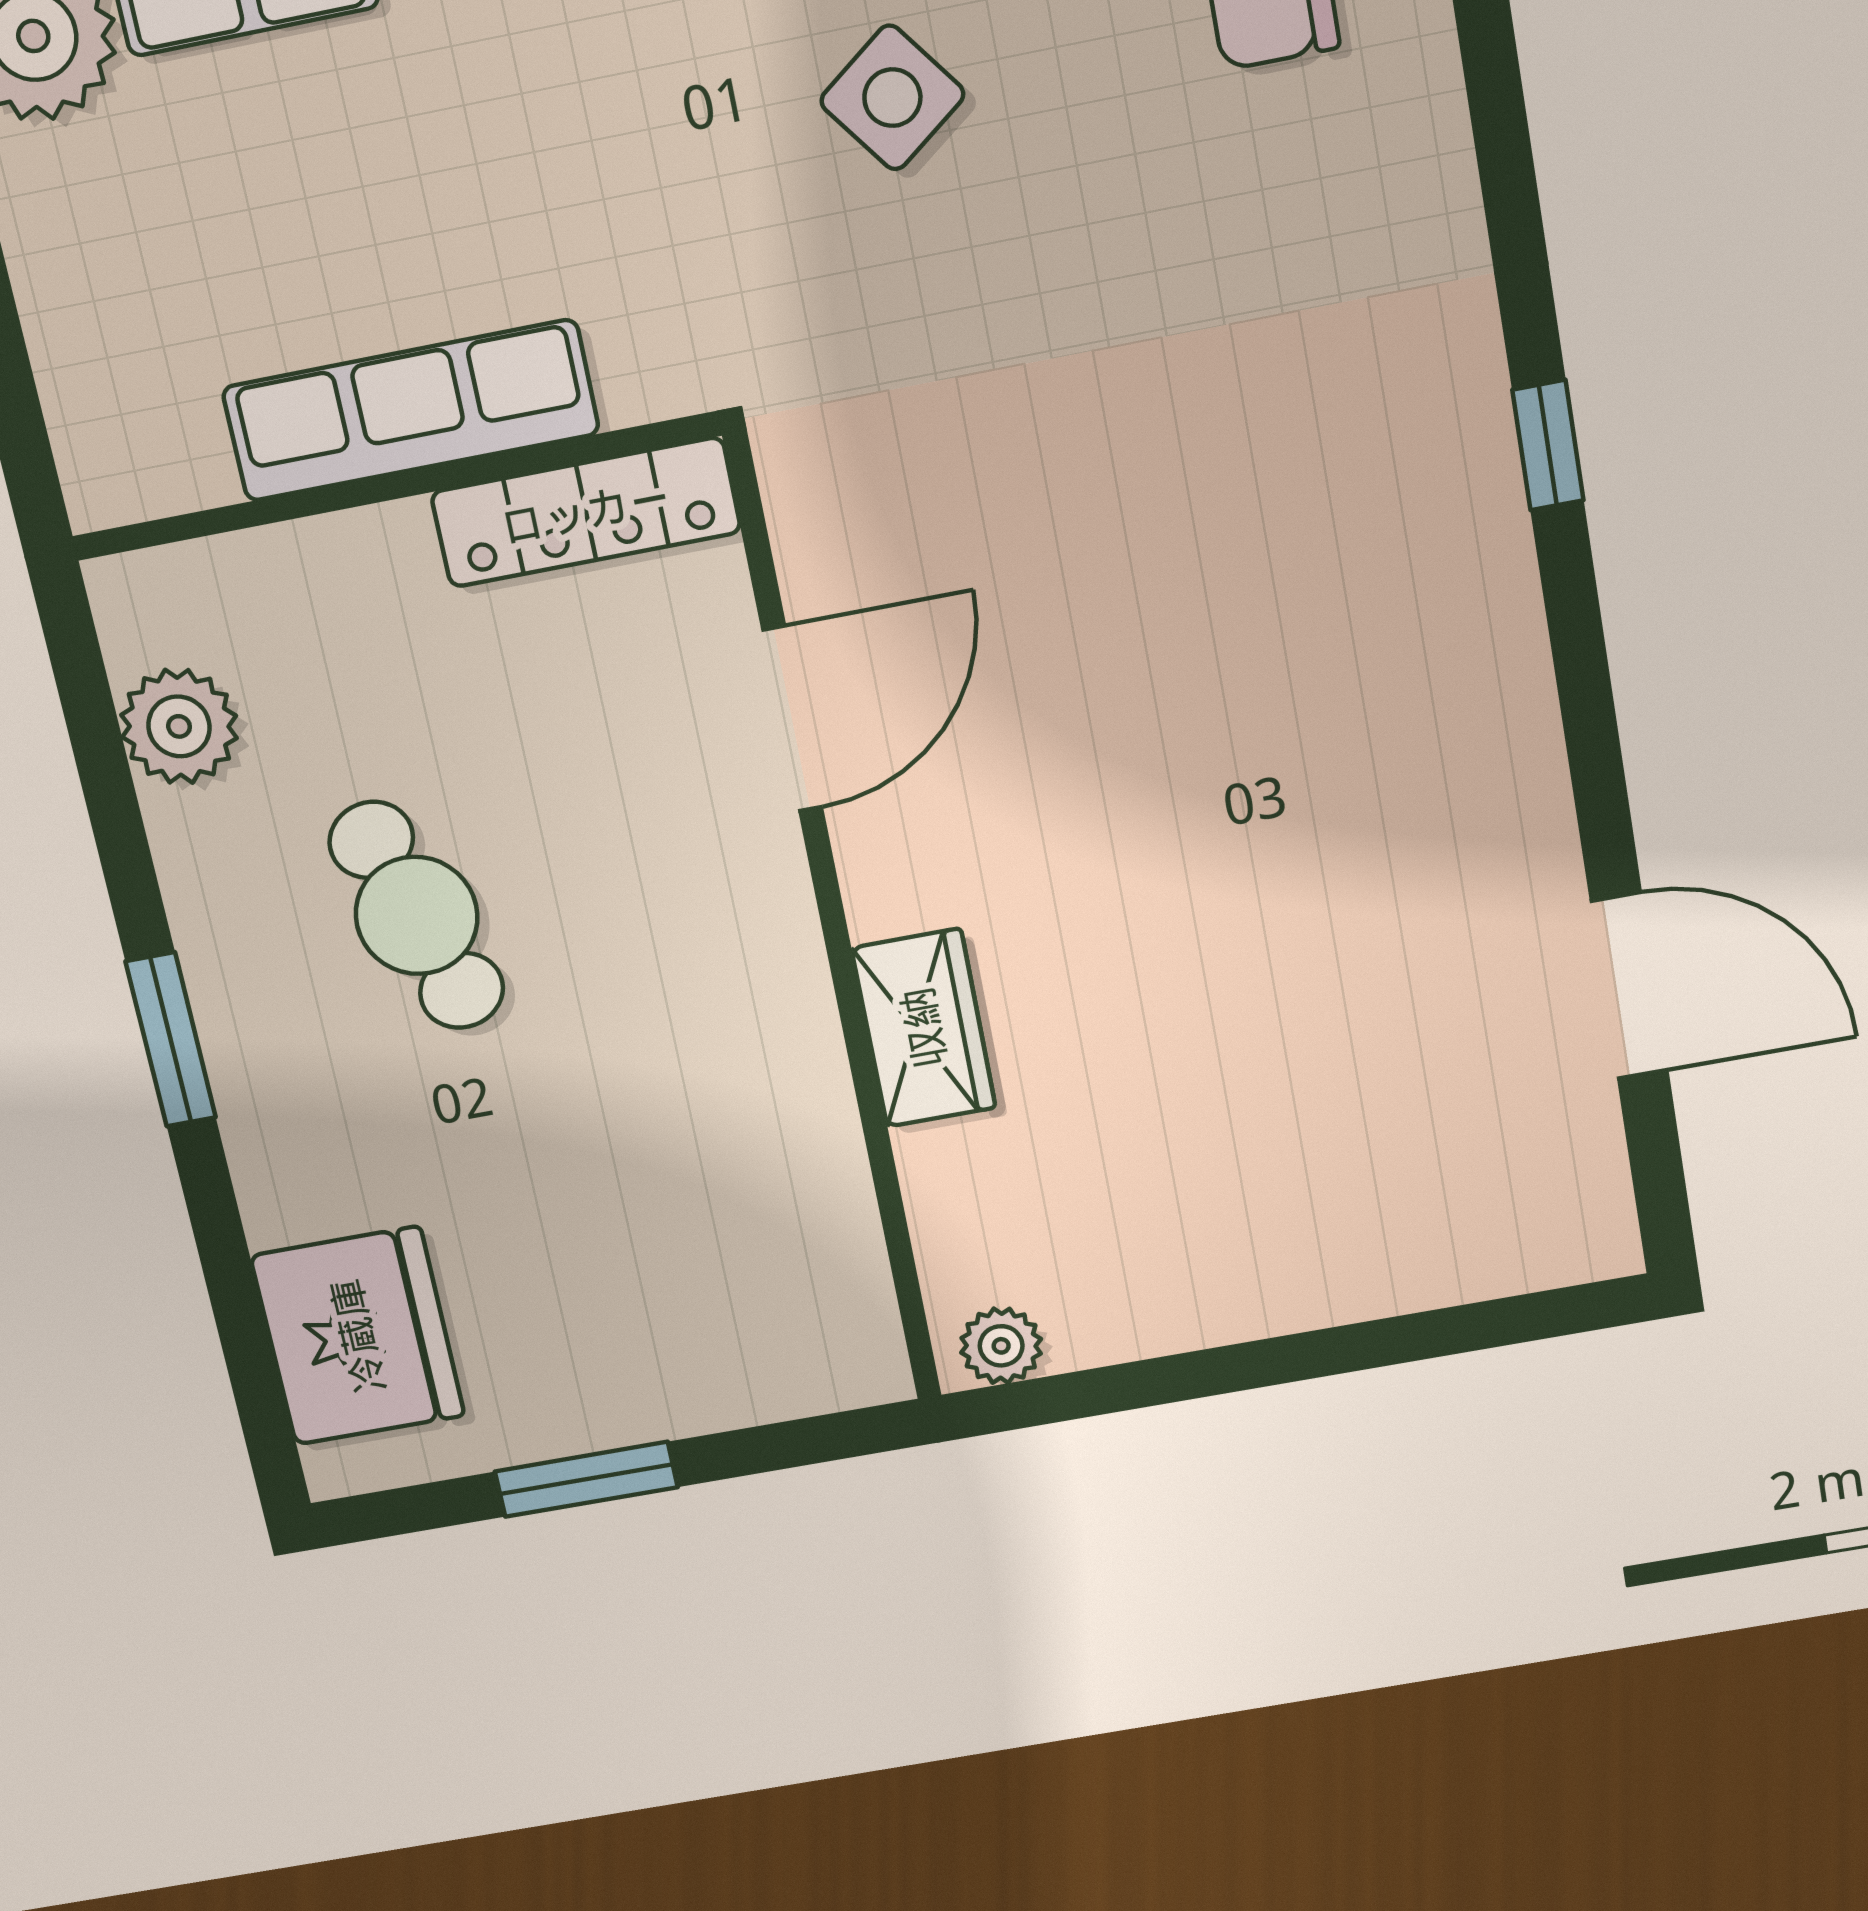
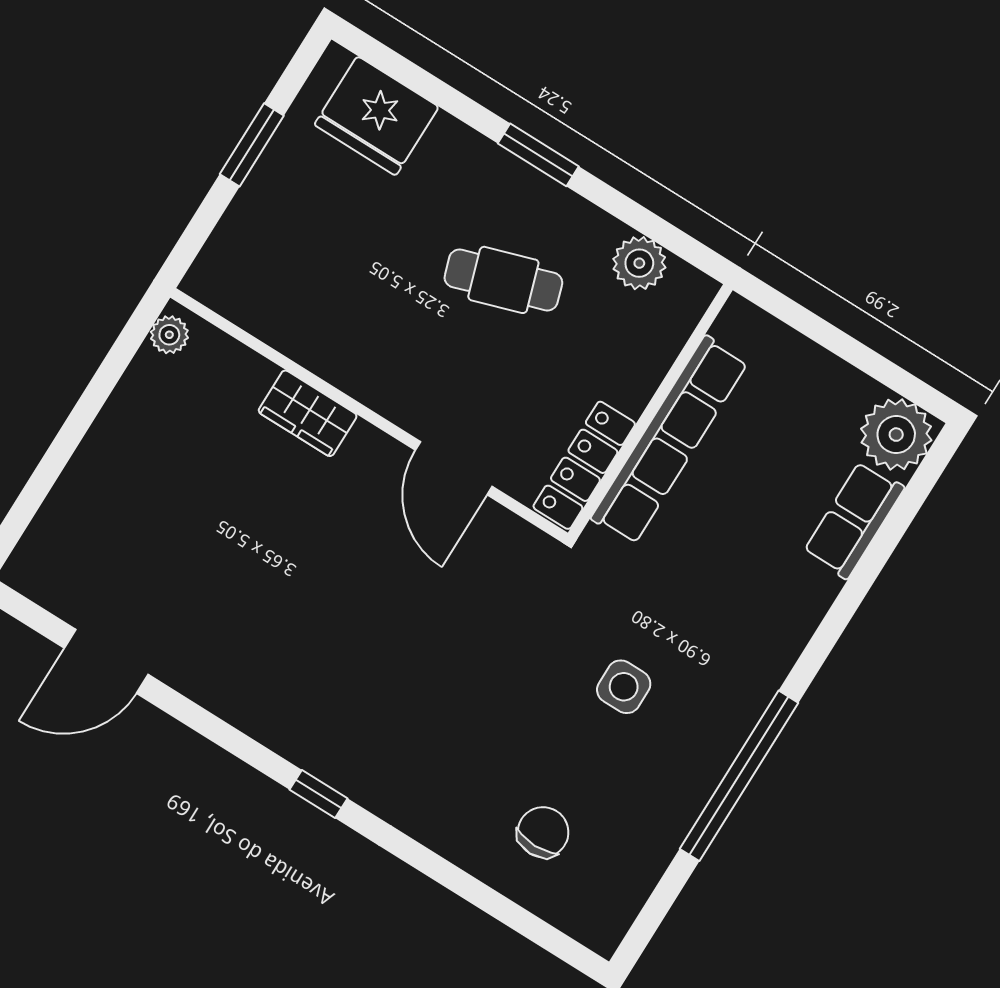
side table: (892, 98) -> (624, 687), turned 37
row of seats: (411, 411) -> (669, 440), width x1.36

